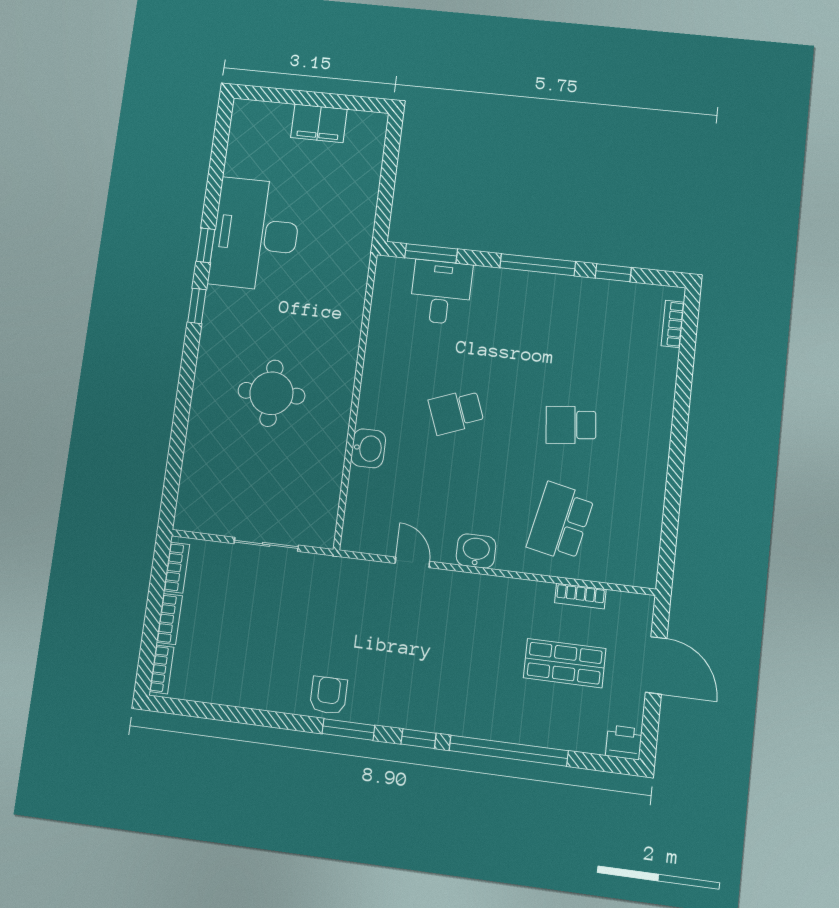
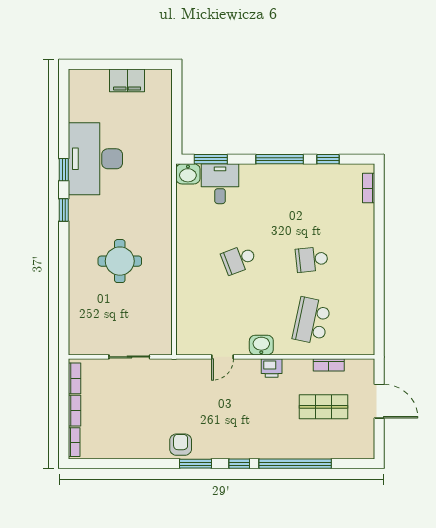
washbasin: (368, 448) -> (188, 174), moved, turned 90
door: (412, 562) -> (223, 357), swing flipped
printer: (624, 742) -> (272, 368), moved, turned 180

